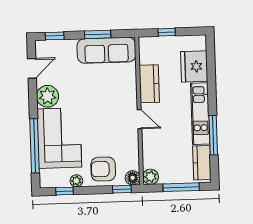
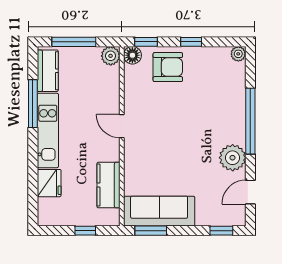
window: (98, 34) -> (151, 231), moved
fridge: (194, 66) -> (49, 183), width x0.73, depth x0.75
kitchen counter: (149, 84) -> (109, 185), moved
corner sofa: (59, 138) -> (220, 107), removed
window: (34, 146) -> (250, 121), moved
plant: (76, 181) -> (238, 54), moved
window: (64, 191) -> (191, 42), moved

